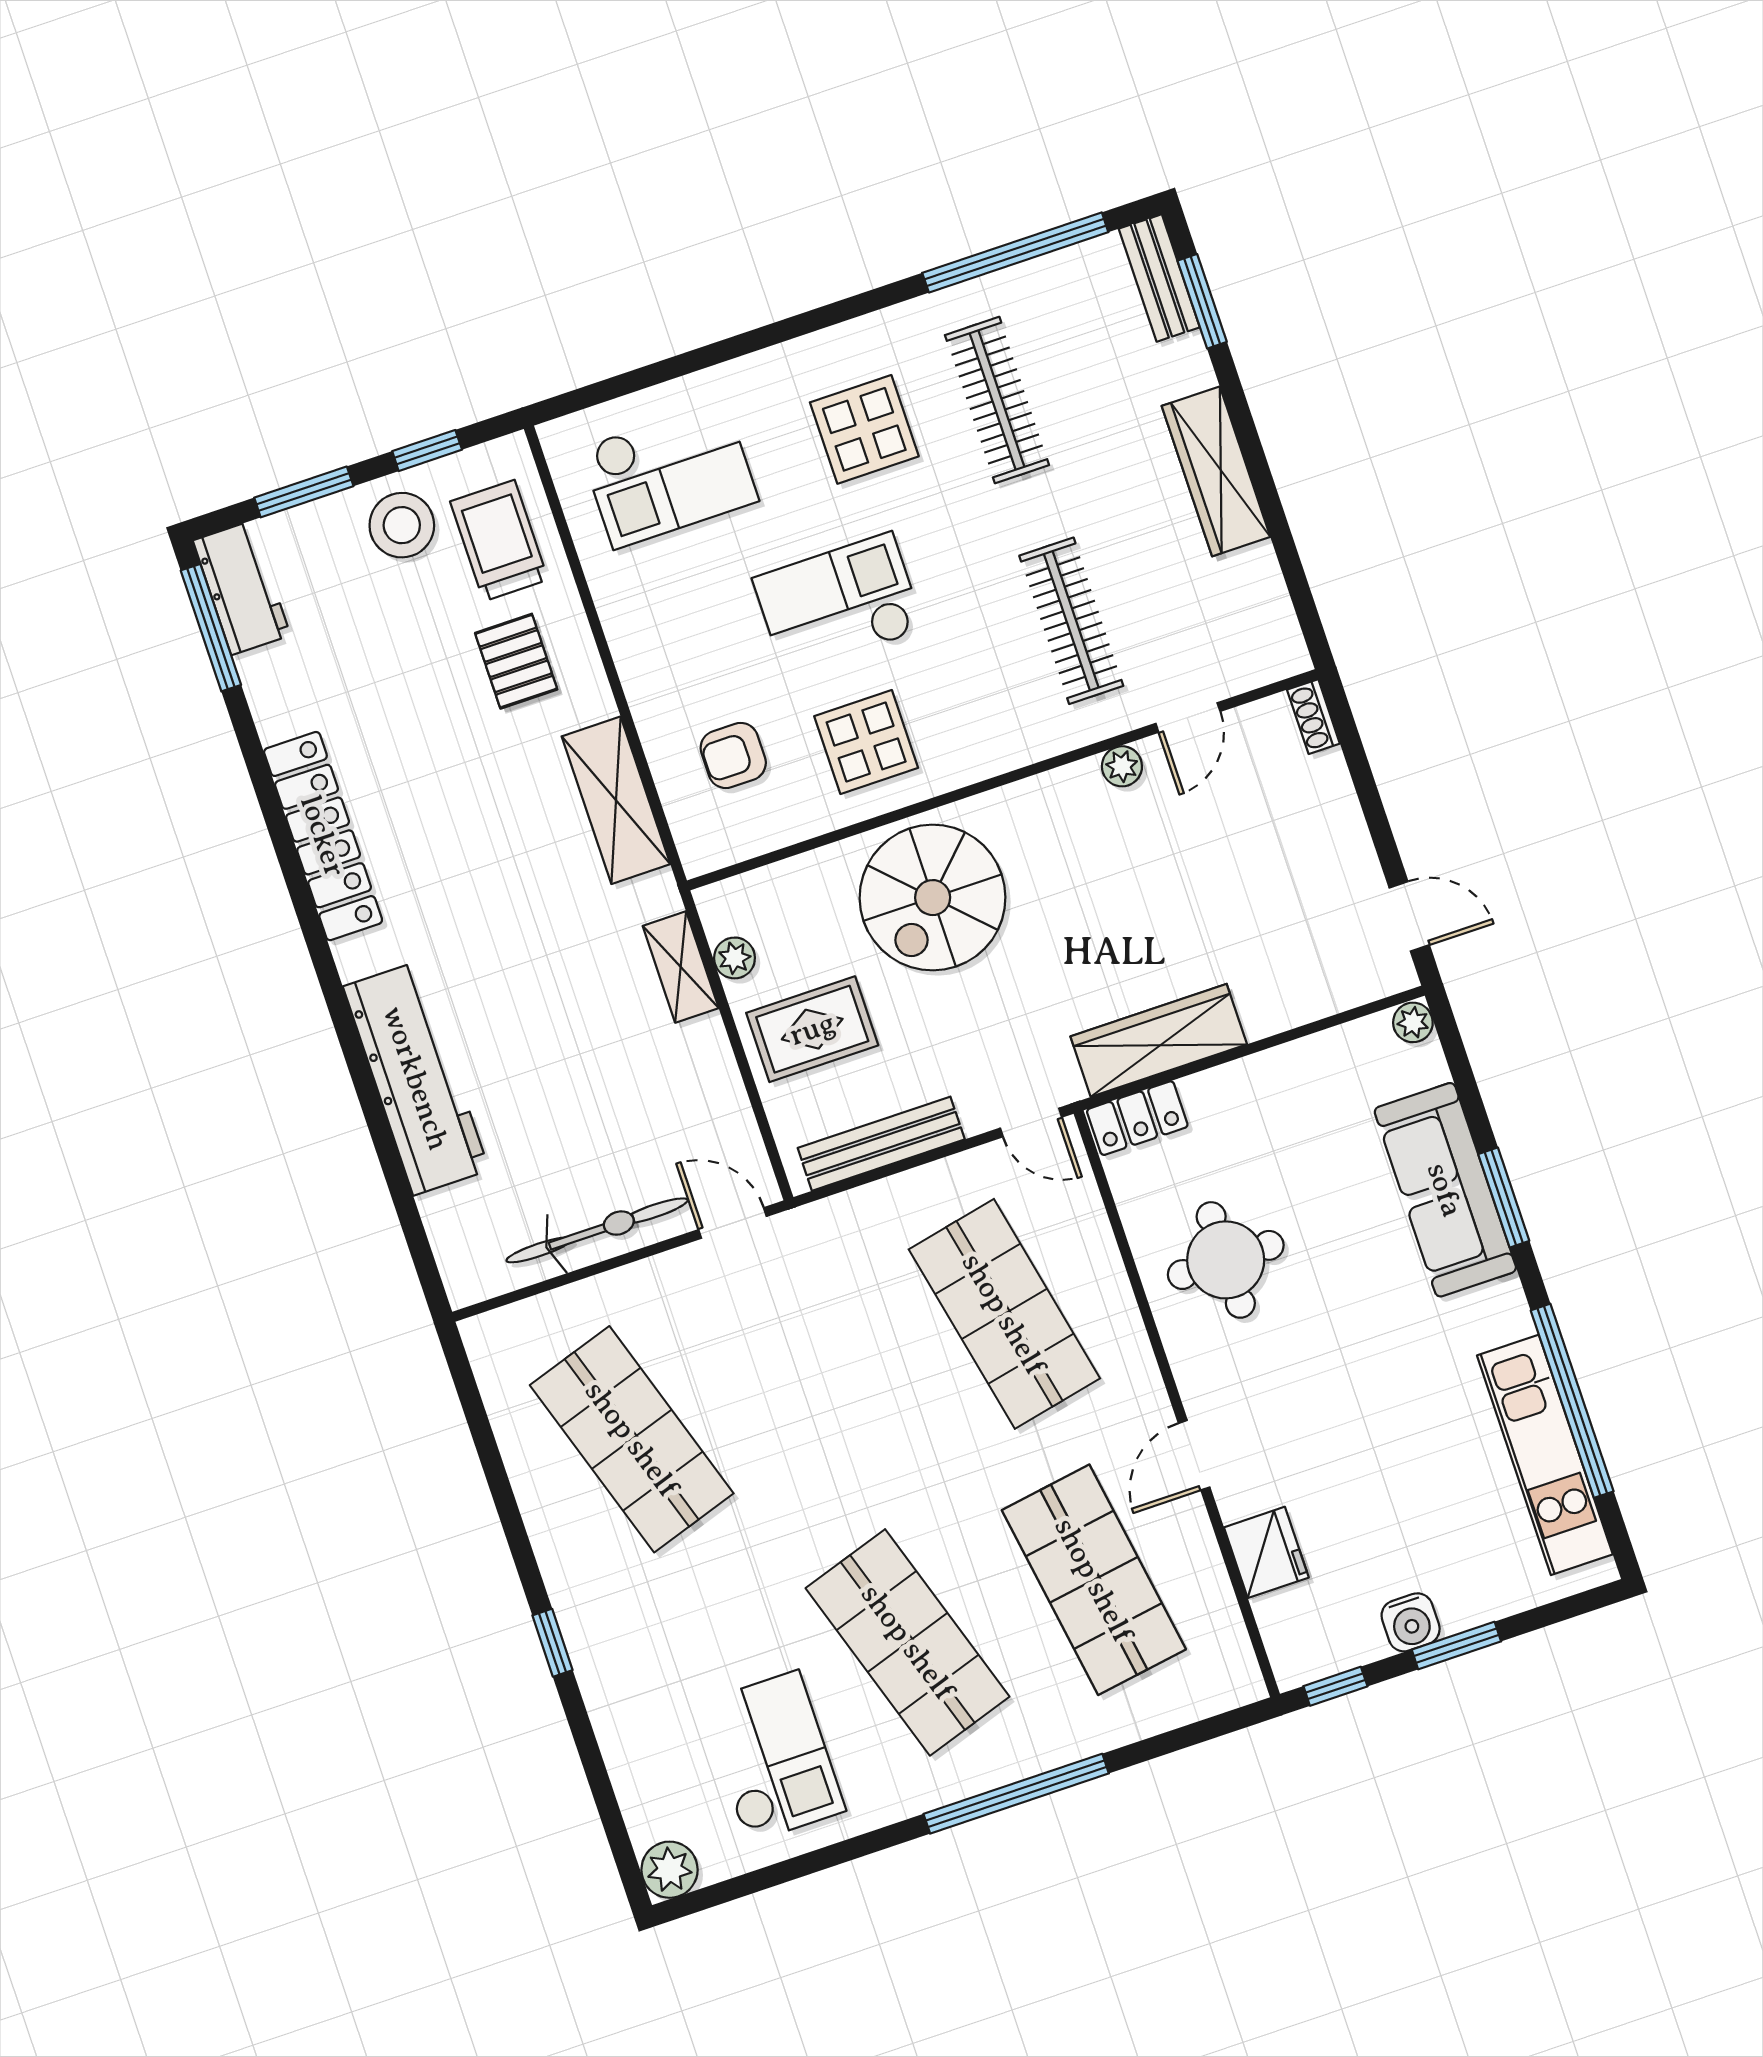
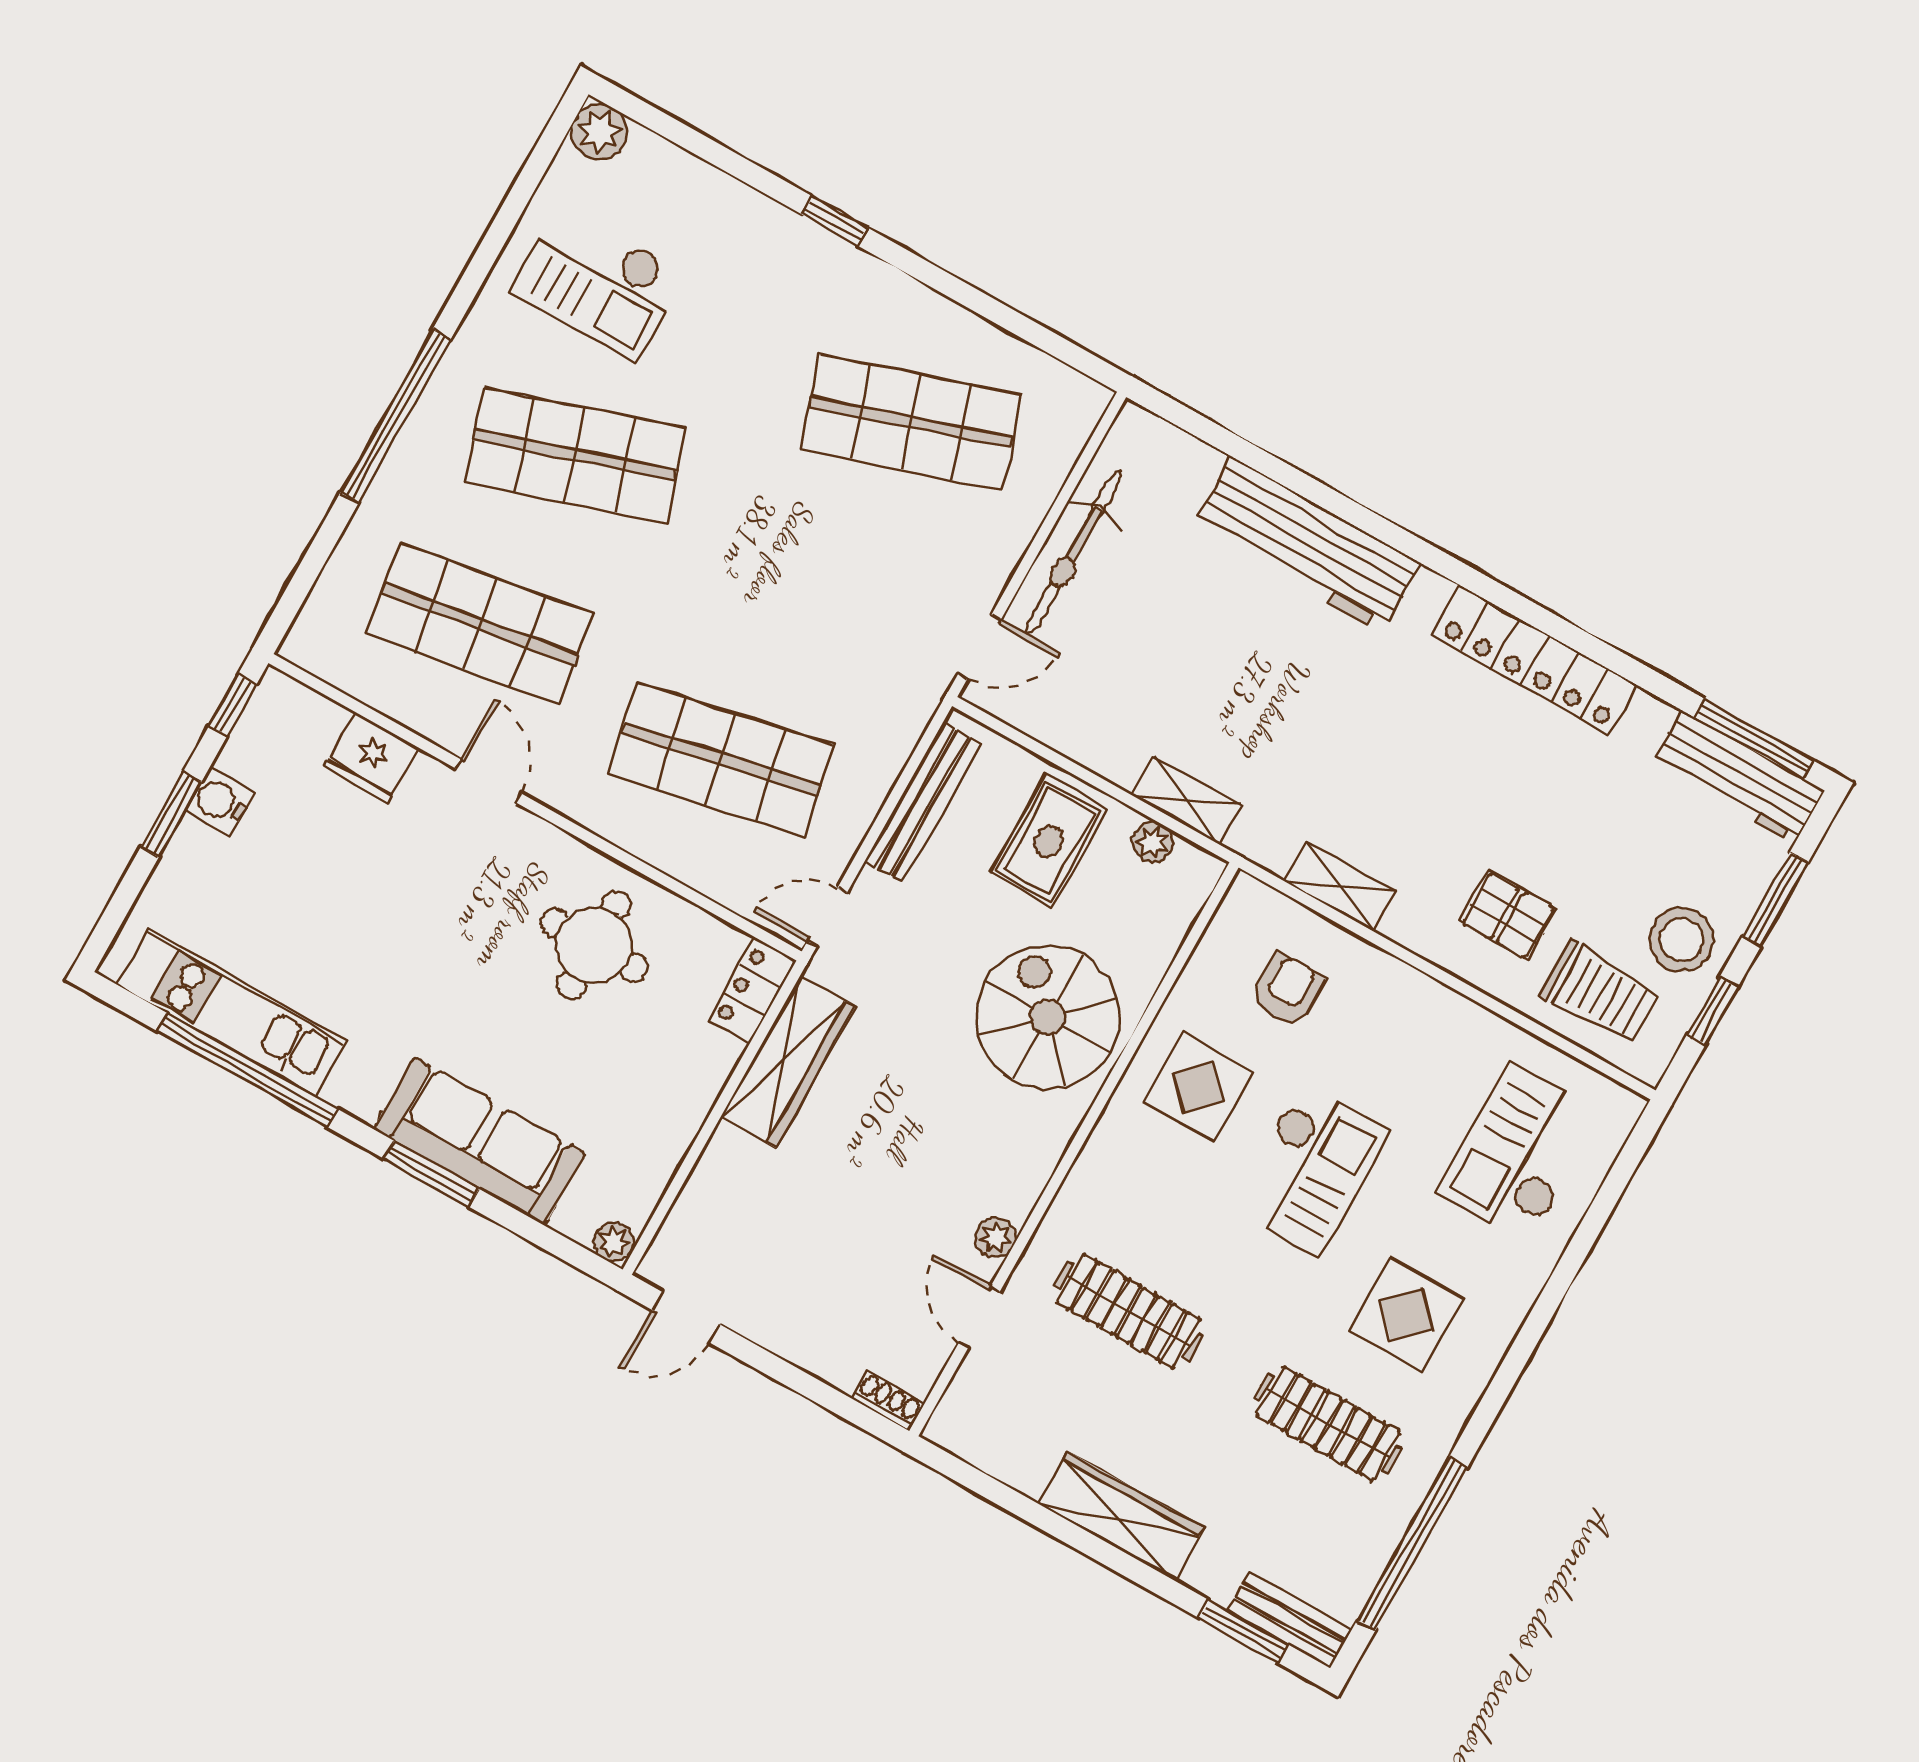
workbench: (242, 588) -> (1738, 777), width x1.38
shelving: (616, 800) -> (1340, 886), width x0.67, depth x0.75

